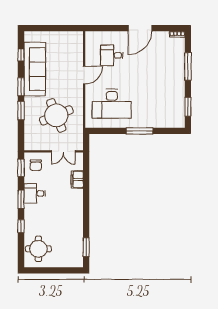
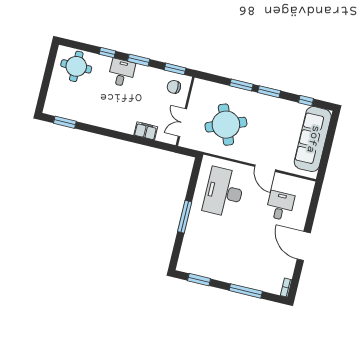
sofa: (35, 69) -> (313, 139), moved, turned 90
desk: (35, 193) -> (122, 73), moved

